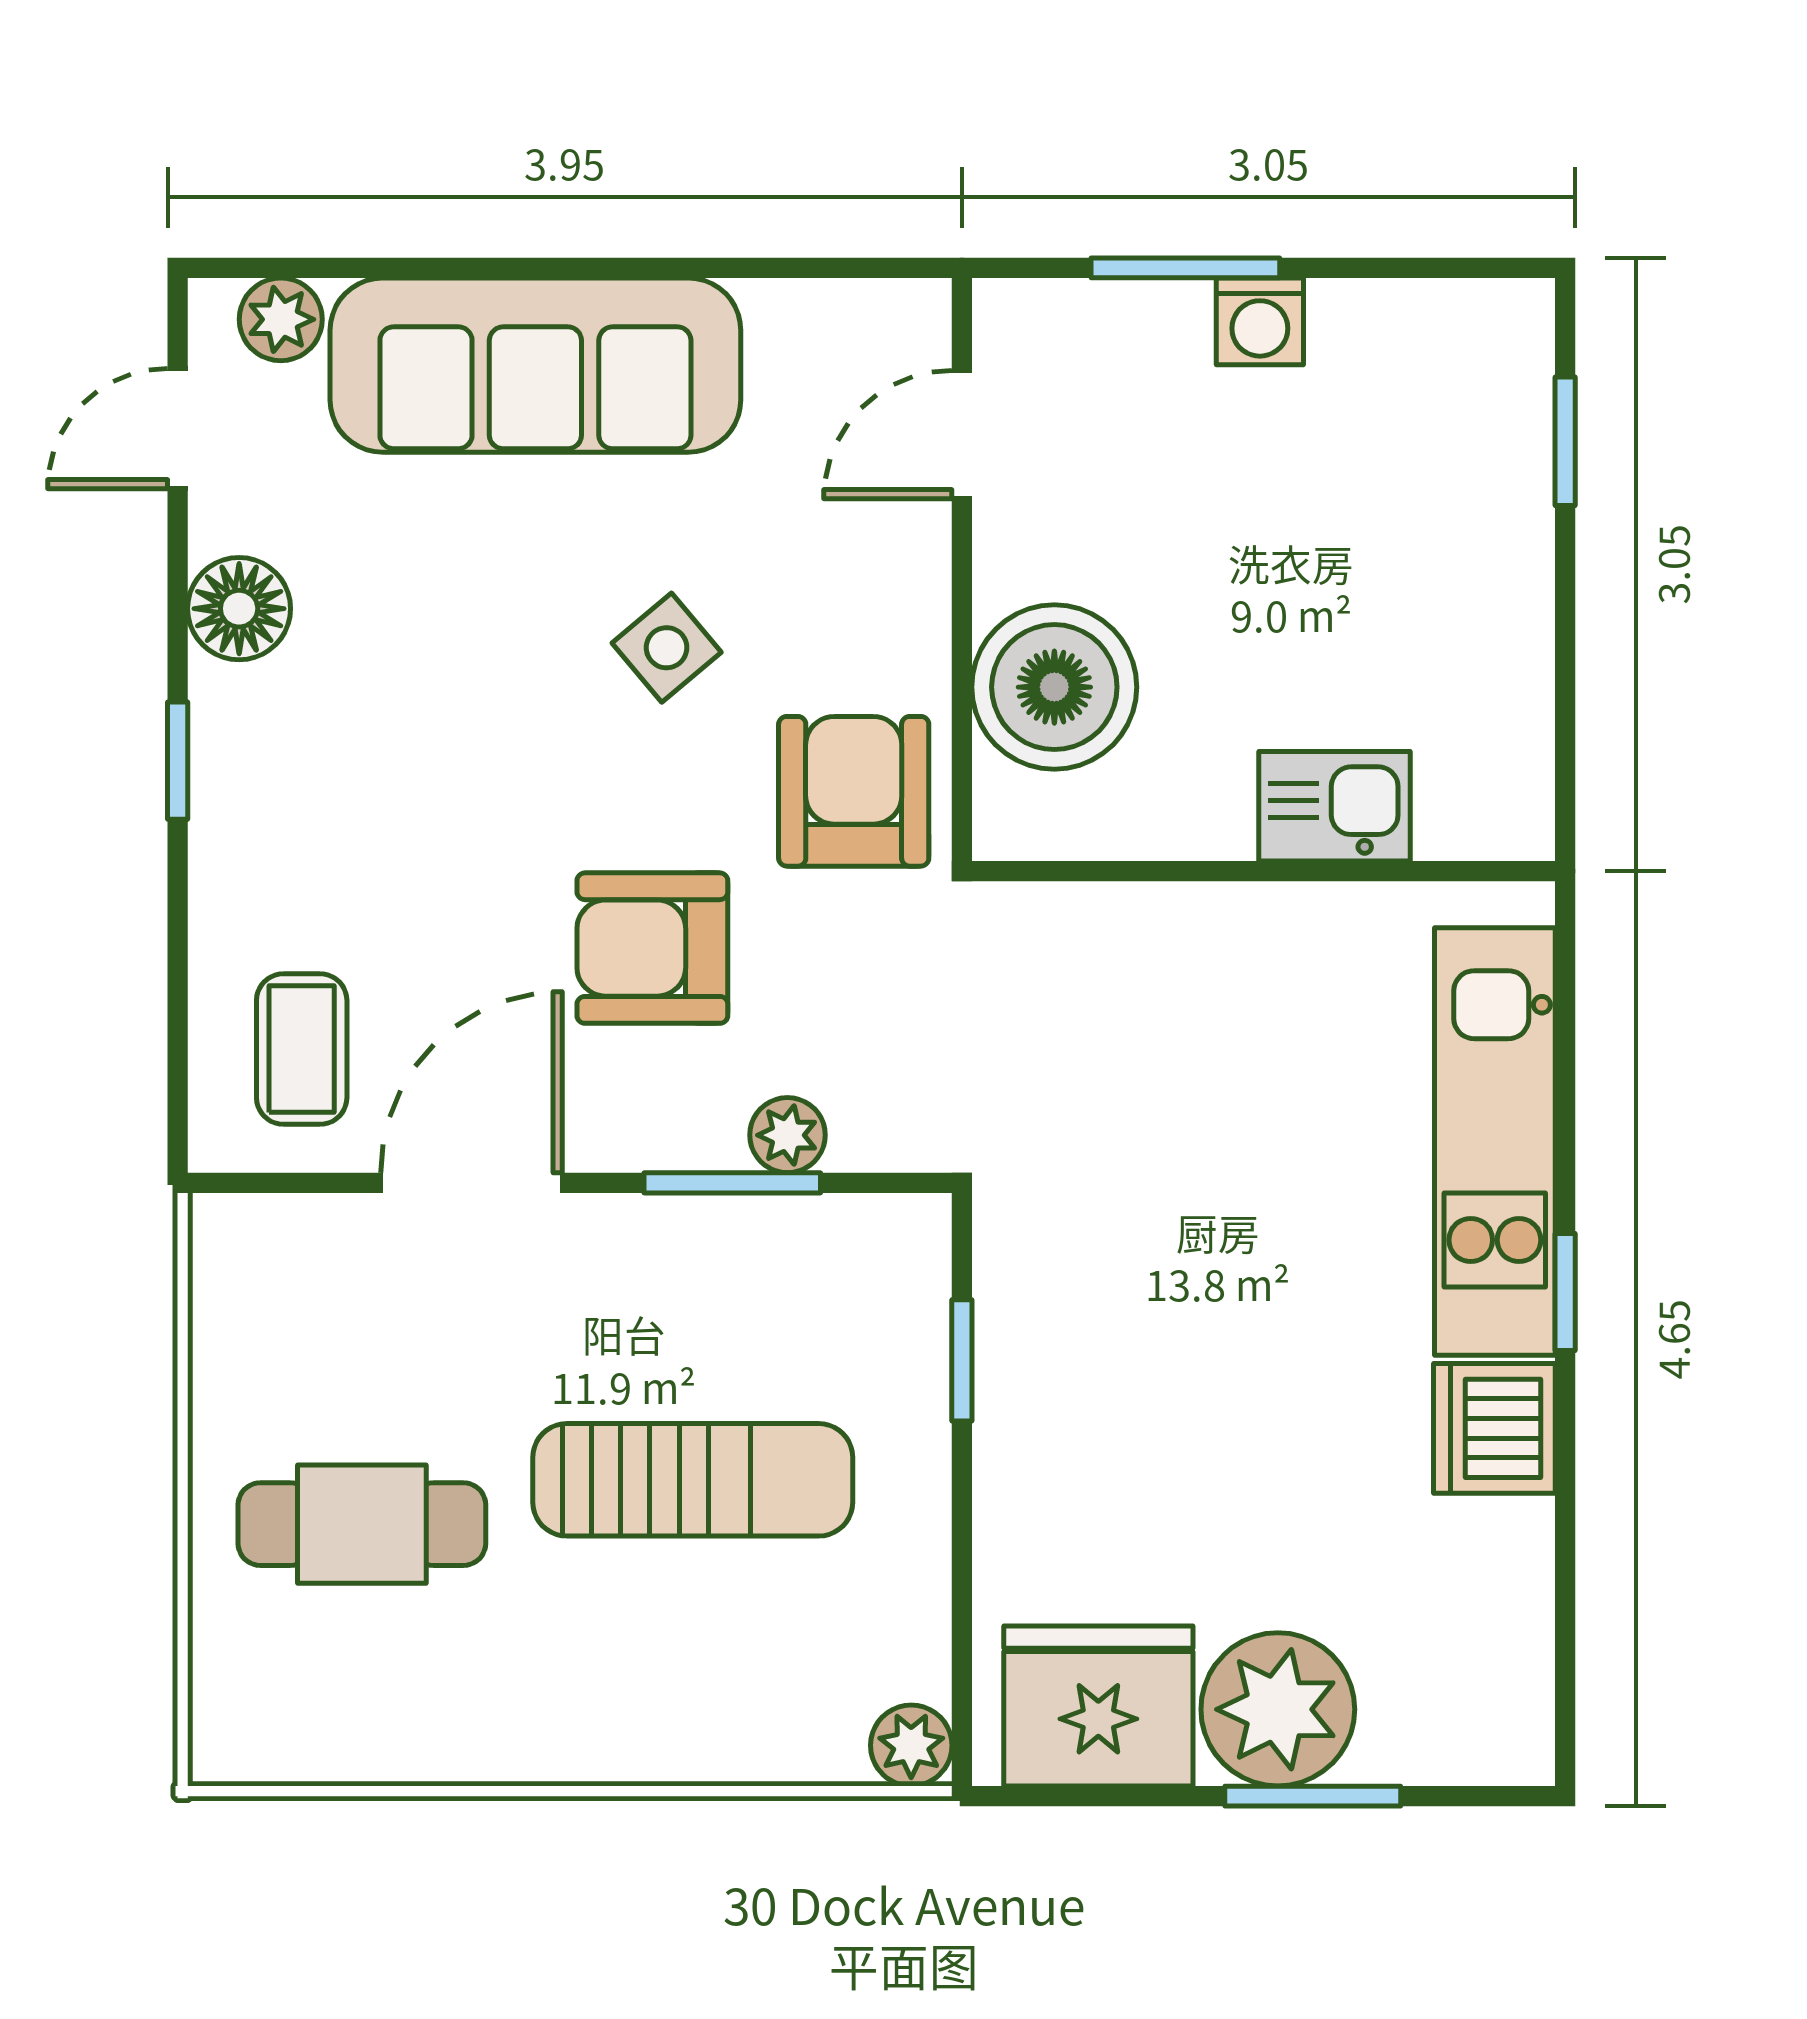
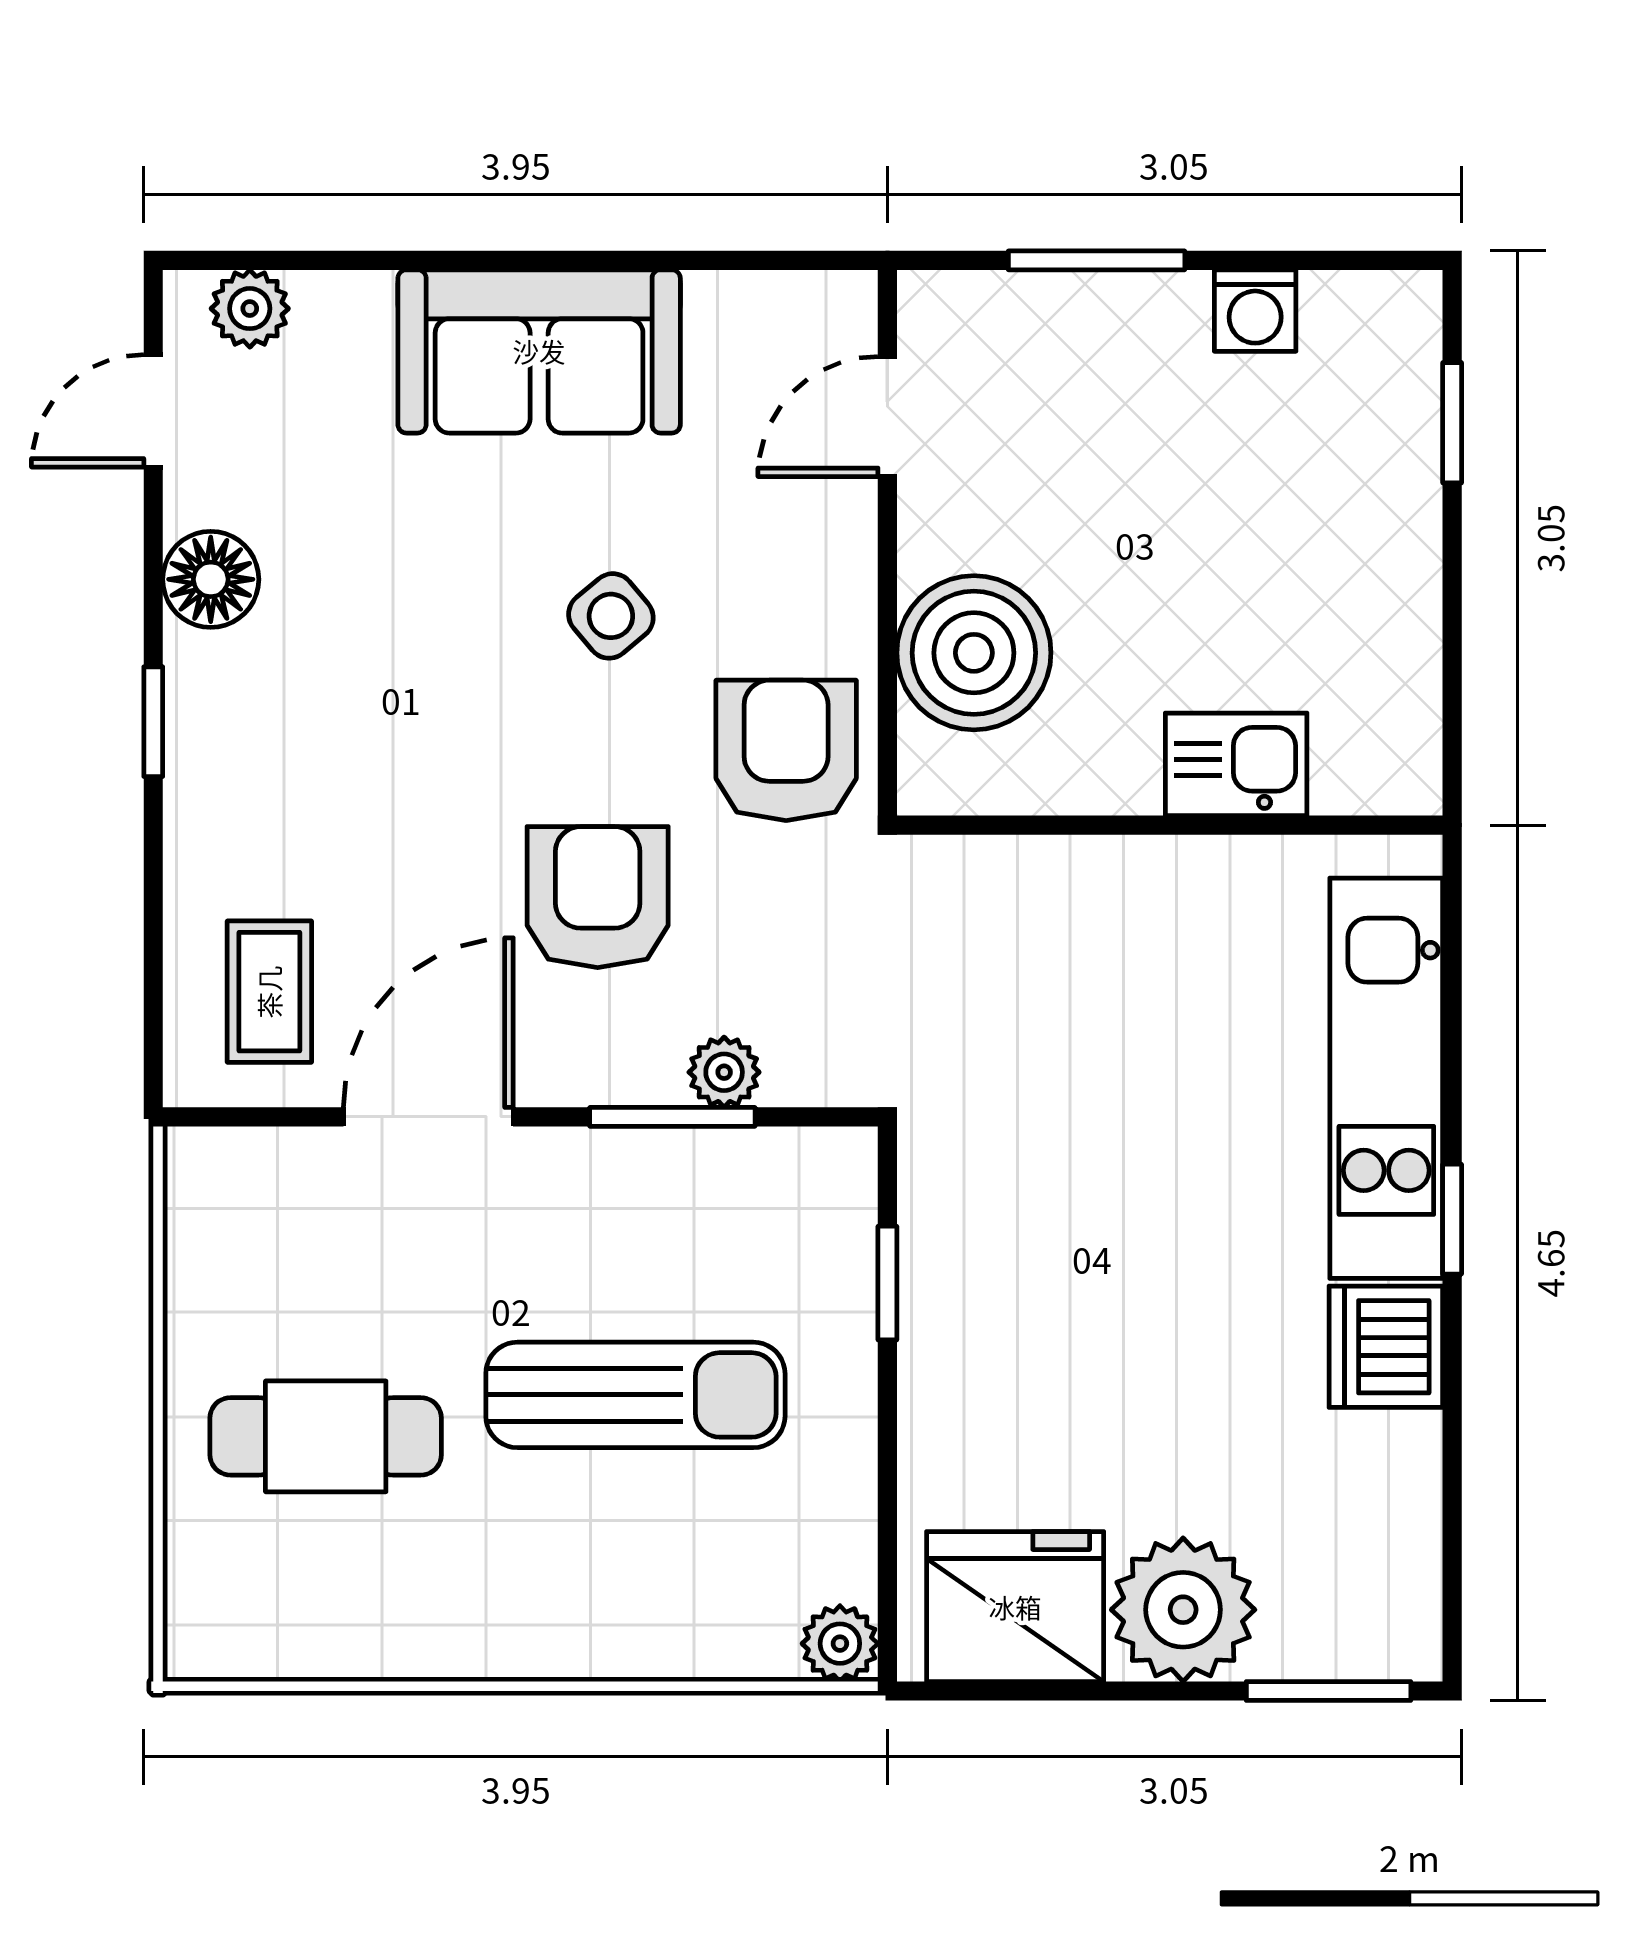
washing machine: (1260, 321) -> (1255, 311), moved
sofa: (535, 365) -> (539, 351), width x0.73
armchair: (652, 948) -> (598, 897), turned 90
window: (1313, 1796) -> (1329, 1691), moved

